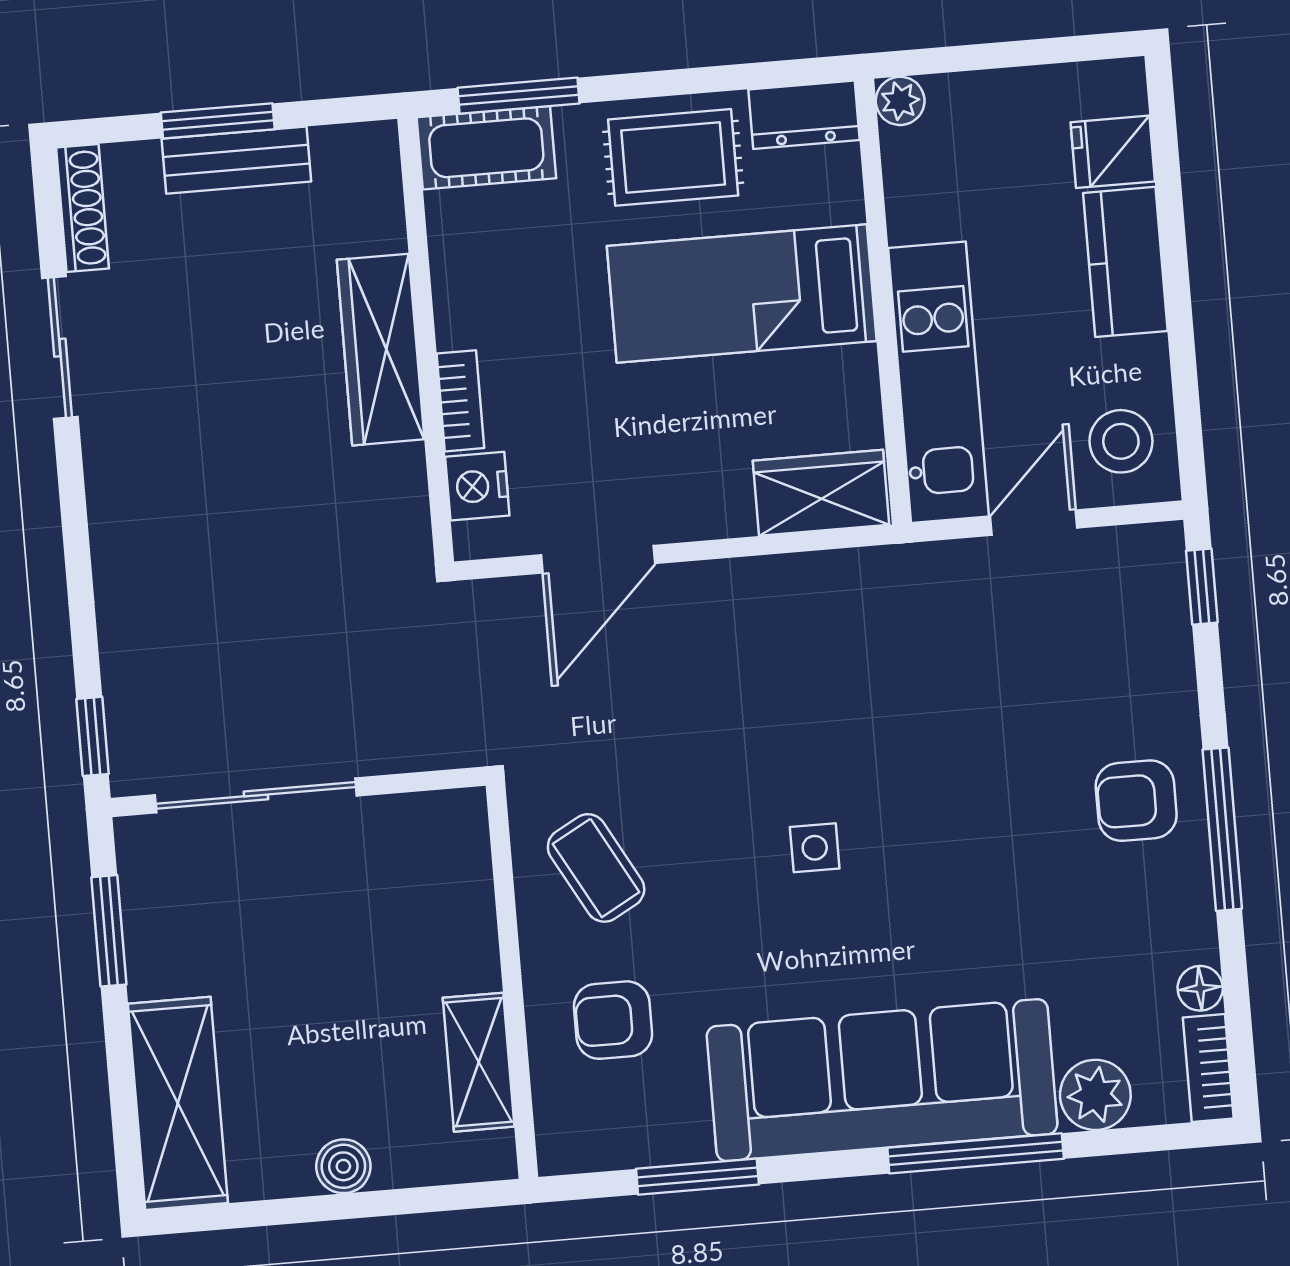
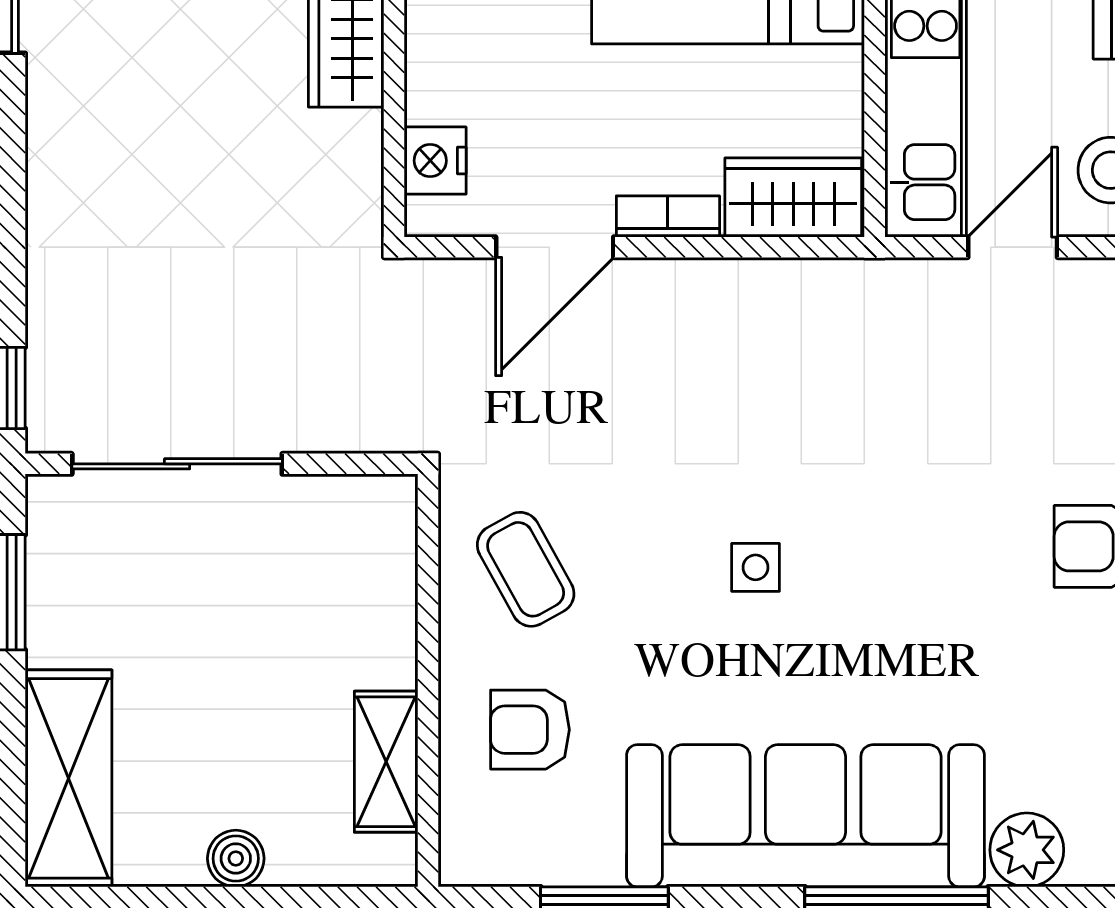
bookcase: (460, 401) -> (668, 216), moved, turned -90

